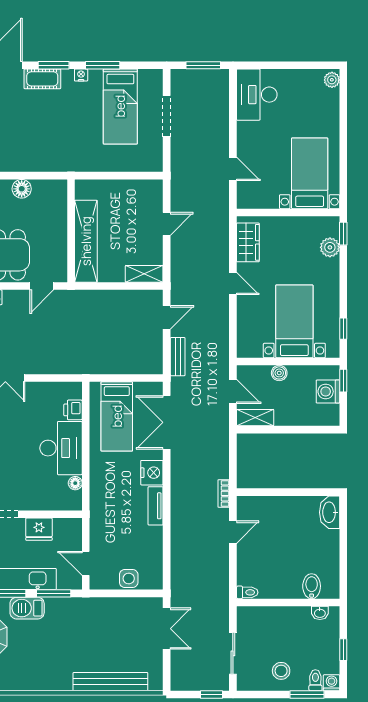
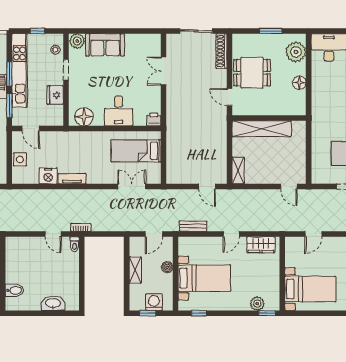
door: (167, 224) -> (289, 187), moved
bench: (178, 357) -> (193, 226), moved
window: (343, 381) -> (148, 313), moved
printer: (73, 410) -> (154, 119), moved
shelving: (255, 418) -> (135, 270), moved
double door: (167, 422) -> (132, 187), width x0.73
desk: (61, 448) -> (119, 111), width x0.73
nightstand: (152, 473) -> (48, 176), moved
floor lamp: (75, 483) -> (84, 117), width x1.89, depth x1.89
washbasin: (330, 512) -> (53, 303), moved
door: (86, 563) -> (31, 129), swing flipped
toilet: (247, 592) -> (74, 244), moved

